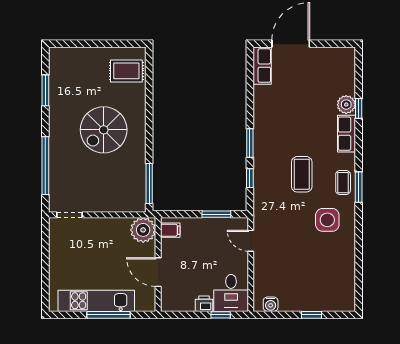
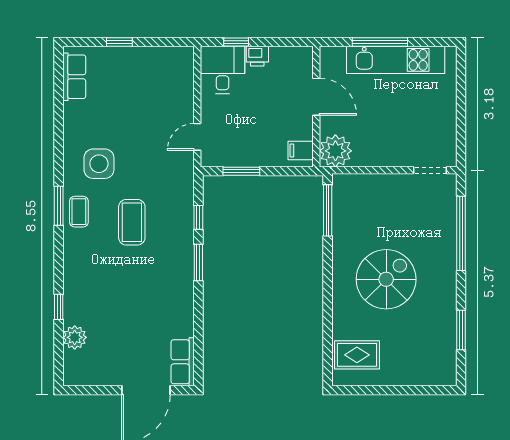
plant: (346, 105) -> (75, 337), moved
row of seats: (347, 134) -> (74, 77), moved
door: (251, 241) -> (197, 137), swing flipped
water cooler: (271, 304) -> (172, 55), removed

